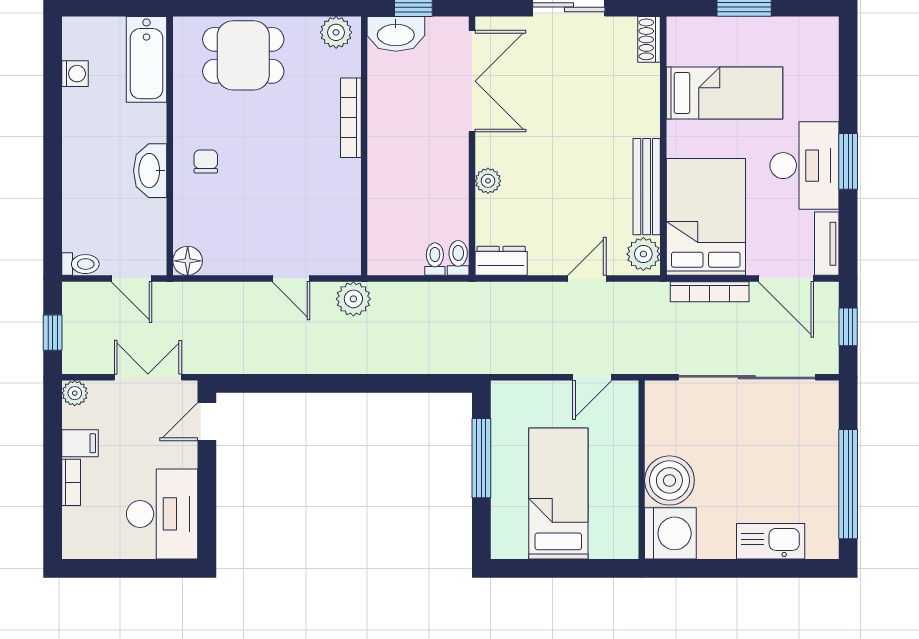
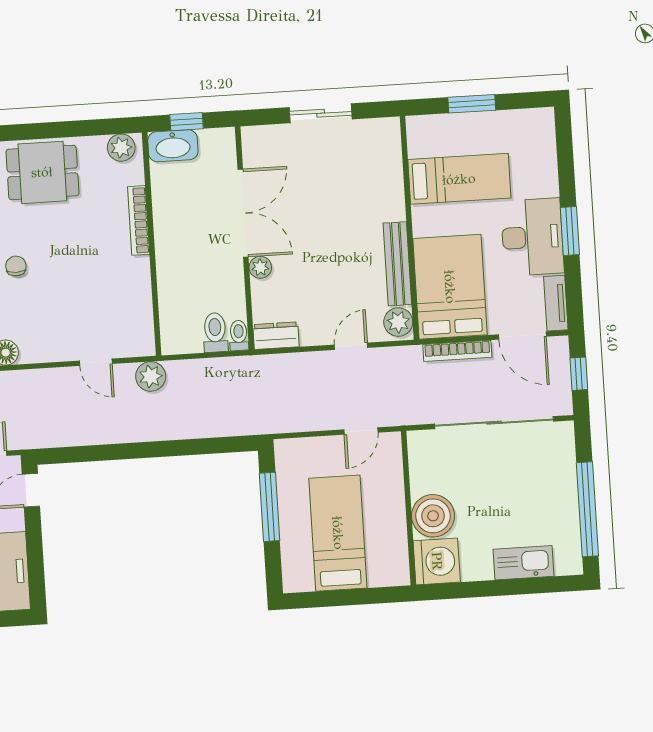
shoe rack: (649, 39) -> (391, 137), removed
double door: (472, 81) -> (243, 213), moved
toilet: (435, 259) -> (215, 332), width x1.37, depth x1.39

